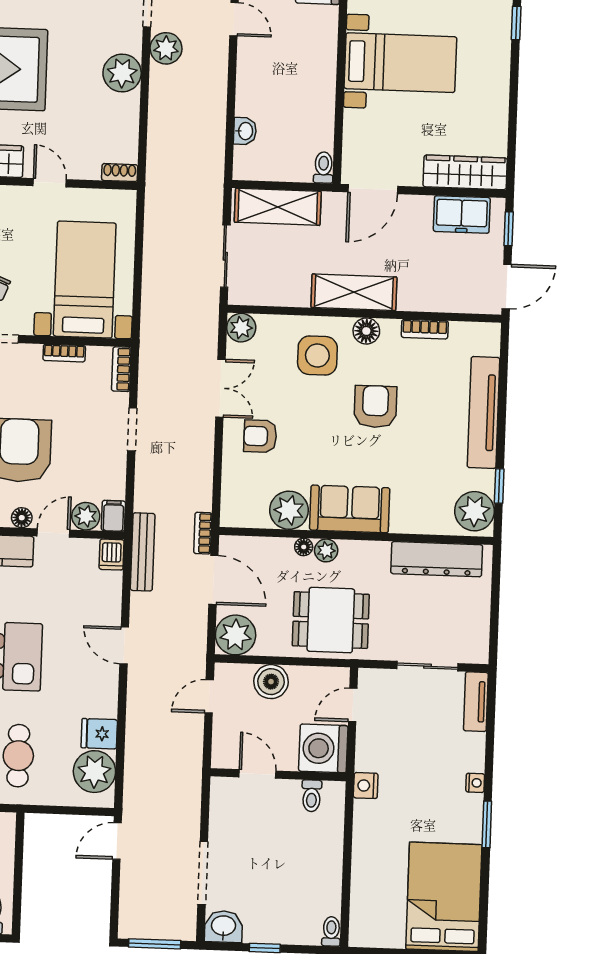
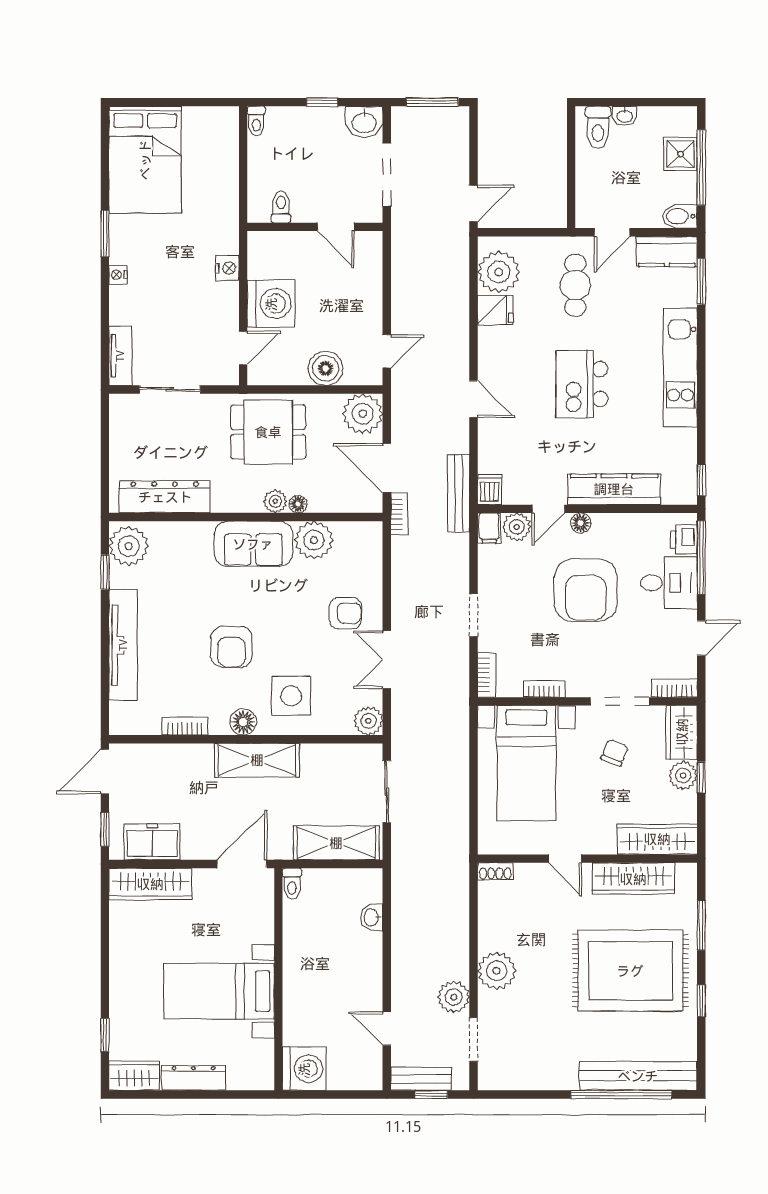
door: (257, 774) -> (336, 227), moved
wall: (278, 775) -> (315, 227), moved
toilet: (312, 796) -> (281, 207), moved

